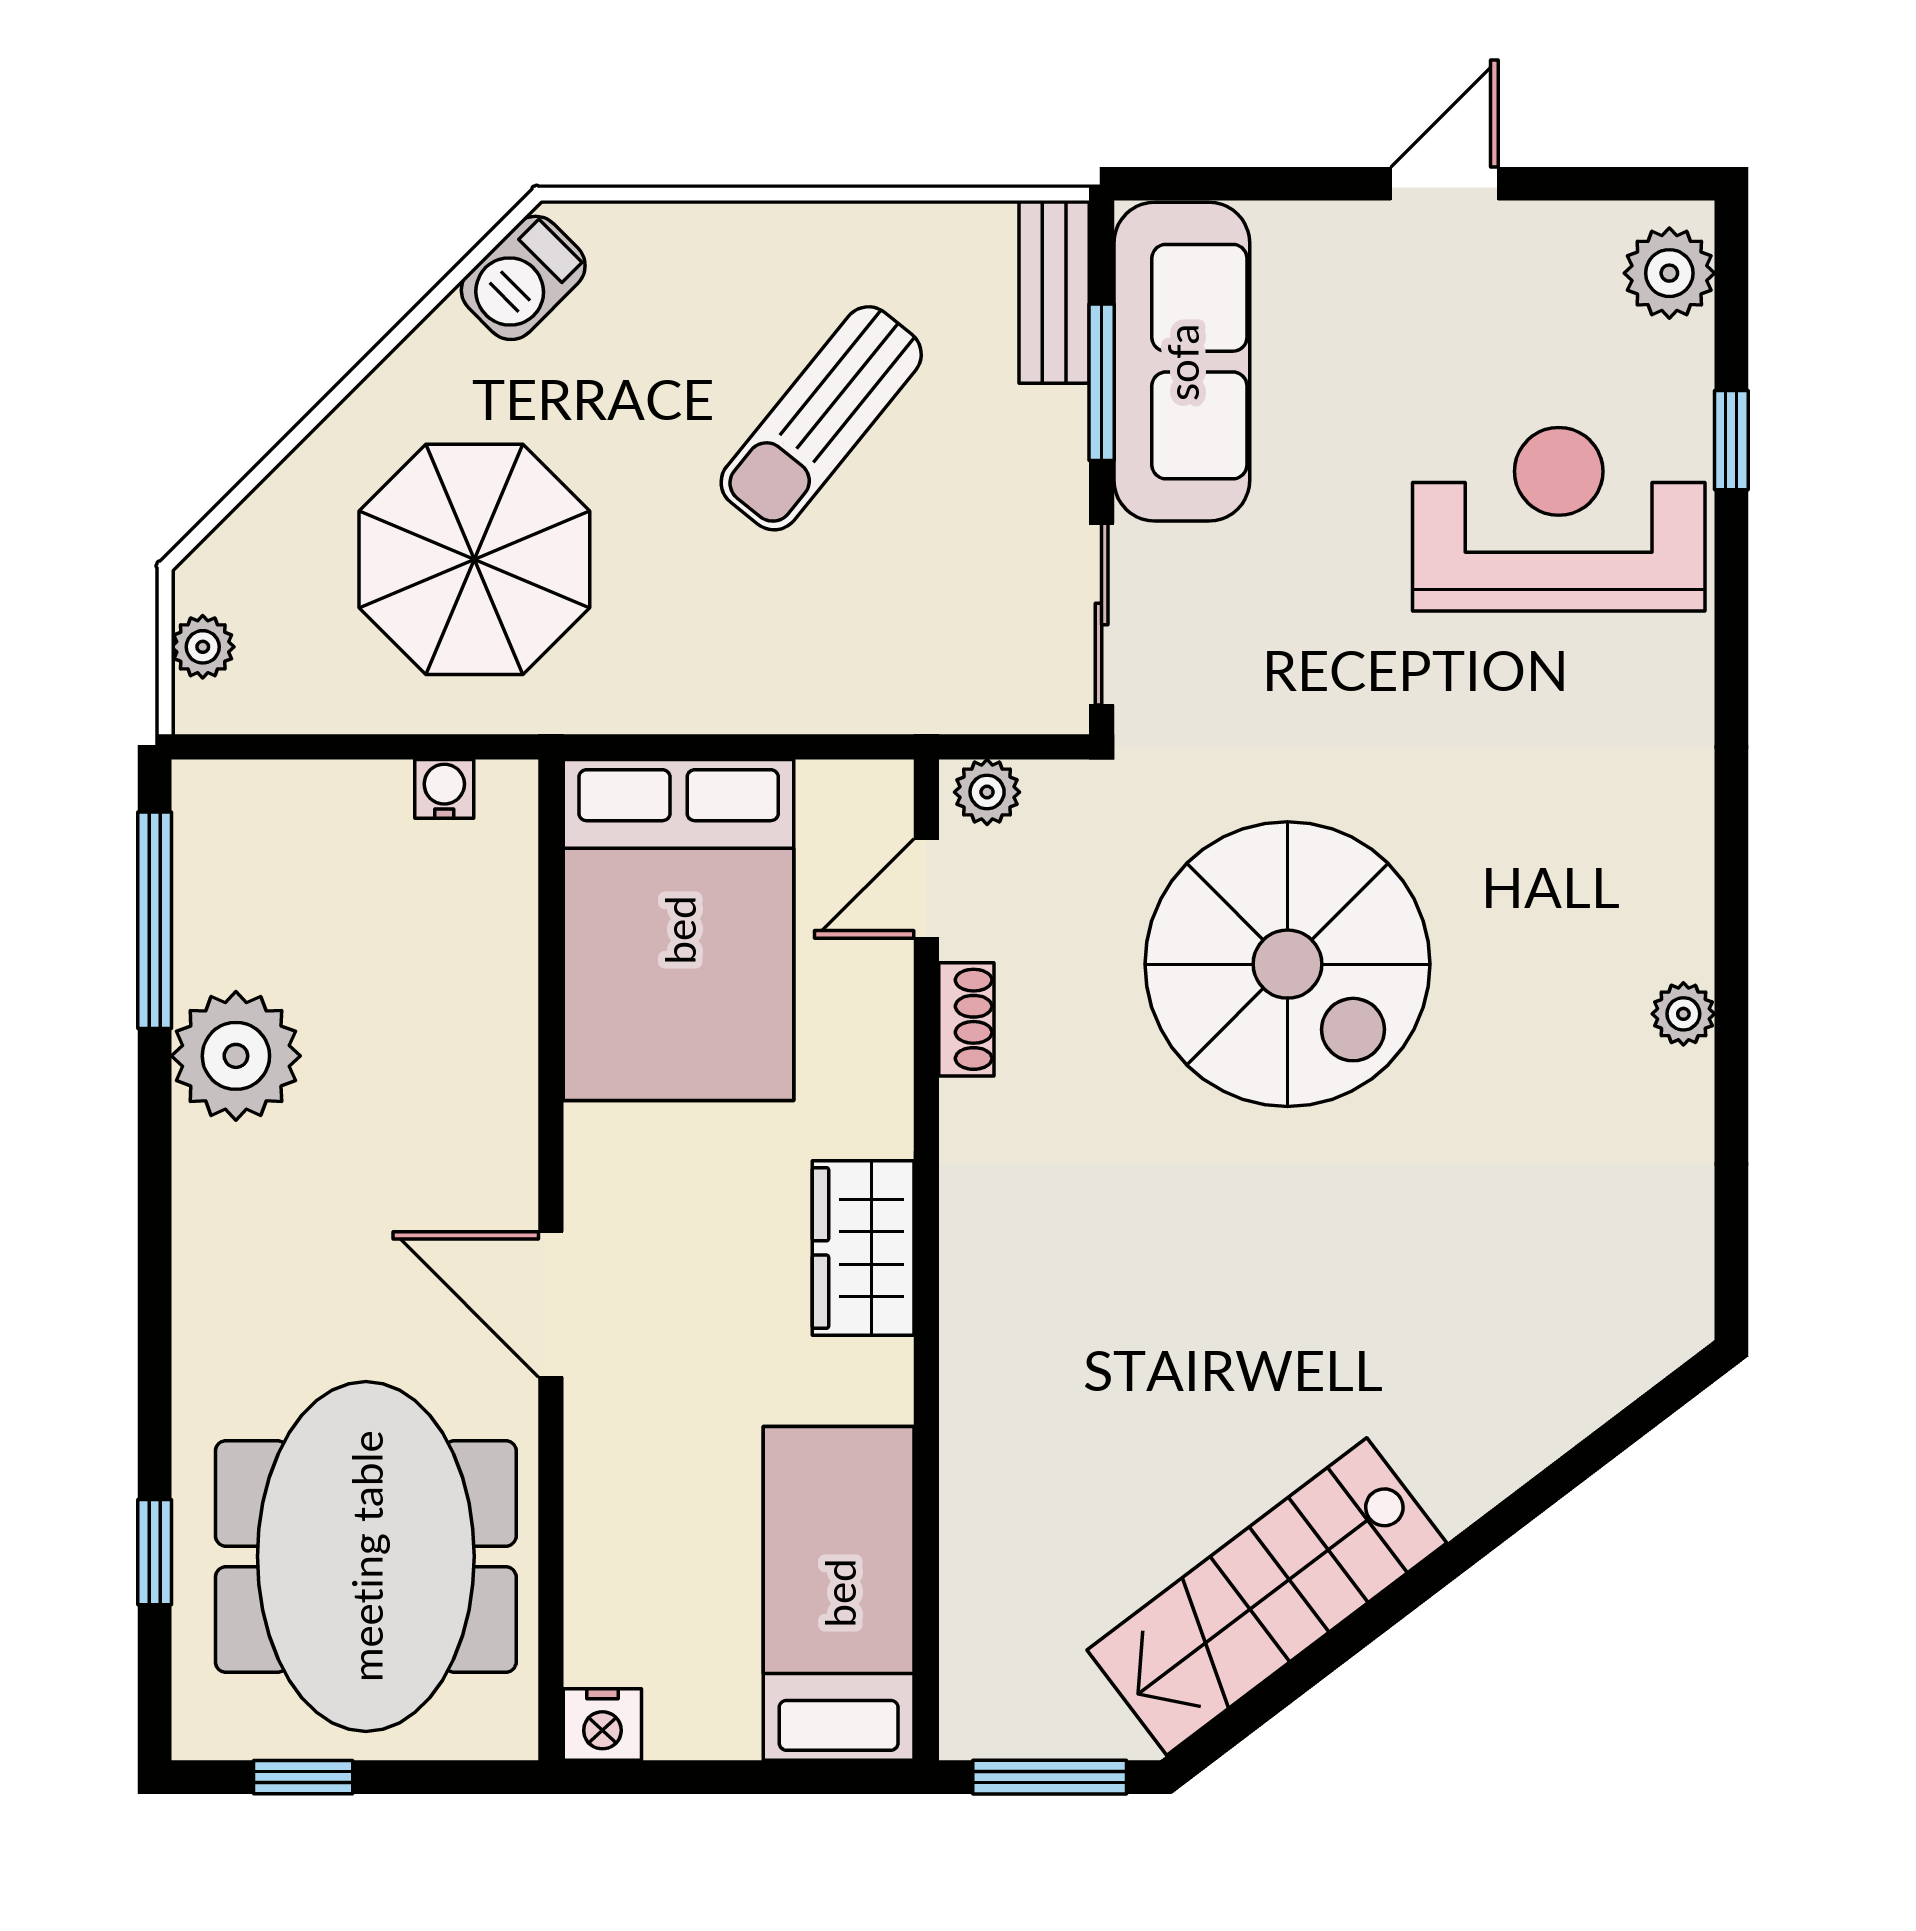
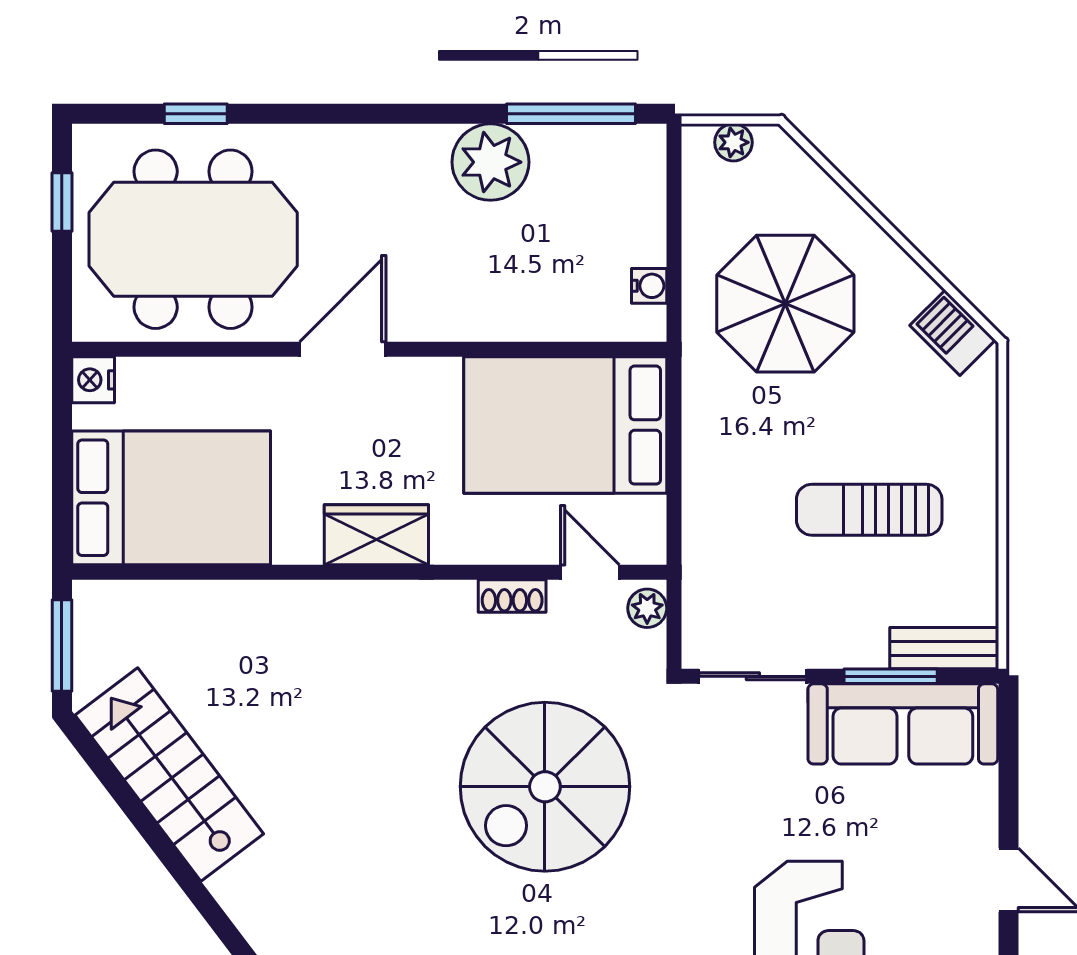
sun lounger: (821, 418) -> (869, 510), turned -39
bed: (839, 1593) -> (171, 498), width x1.50

